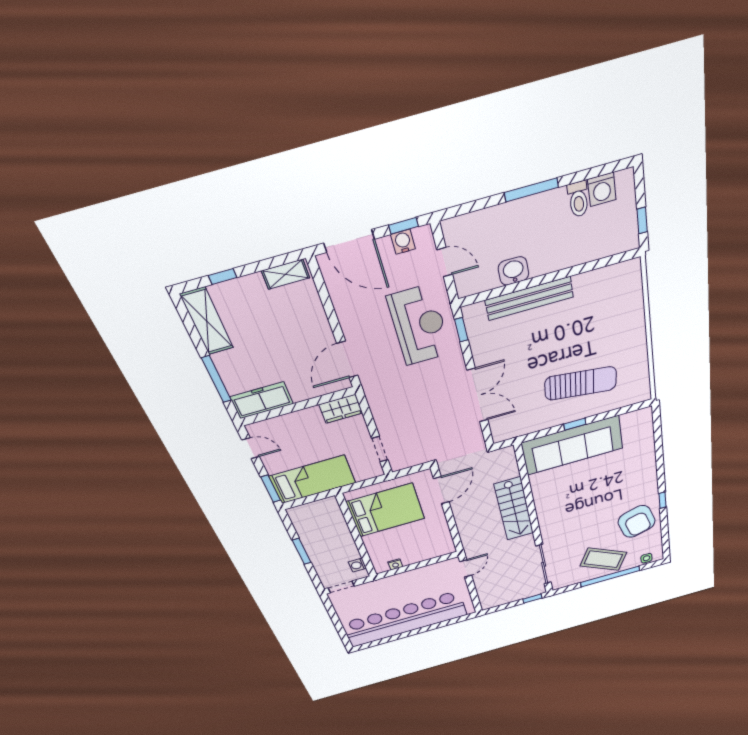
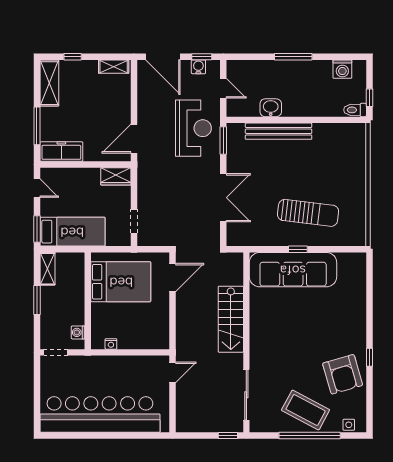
toilet: (578, 199) -> (355, 110), moved, turned 90
window: (461, 330) -> (223, 140), width x1.50
shelving: (300, 522) -> (47, 269), added

